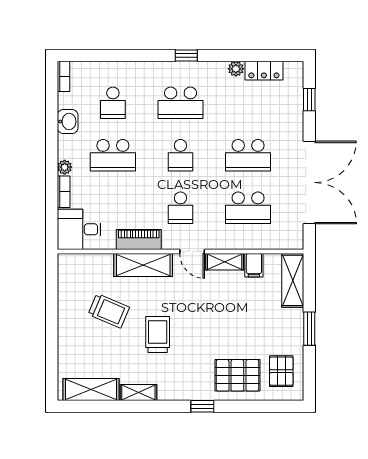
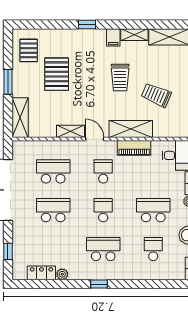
filing cabinet: (254, 265) -> (113, 37), moved, turned 180
pallet: (237, 375) -> (57, 74), moved, turned 90

